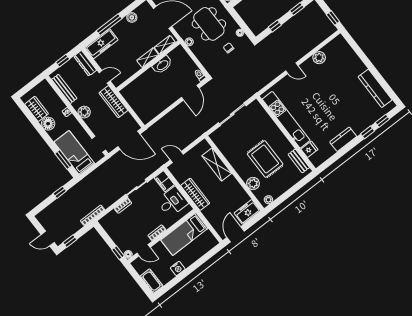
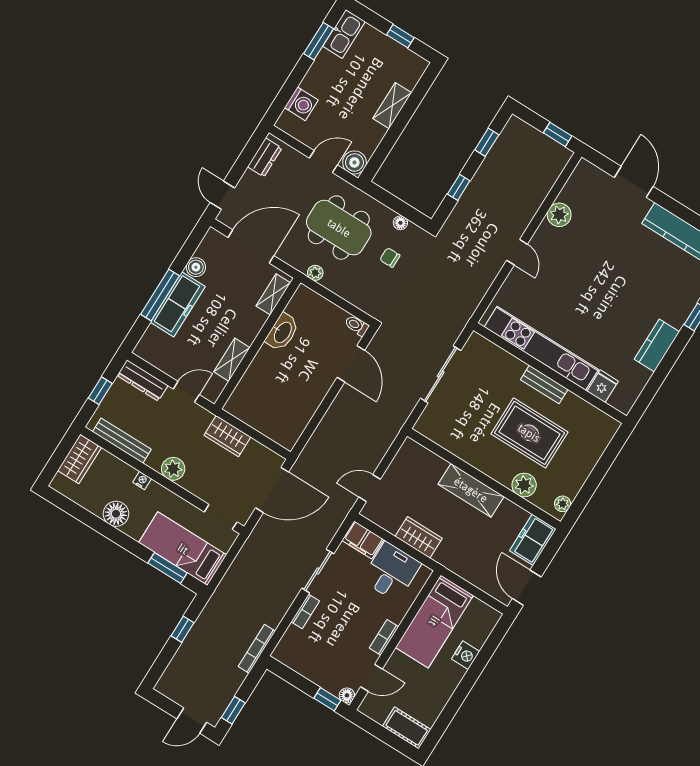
freezer: (102, 44) -> (178, 304), moved
door: (362, 55) -> (634, 182), added
shelving: (148, 58) -> (232, 360), moved
door: (292, 68) -> (517, 252), hinge flipped
wardrobe: (113, 102) -> (227, 436), width x0.67
wardrobe: (37, 109) -> (80, 459), moved, turned 90
bench: (299, 161) -> (544, 385), moved
shelving: (217, 164) -> (471, 490), moved
wardrobe: (195, 194) -> (419, 537), width x0.67
nightstand: (178, 268) -> (466, 655), moved

